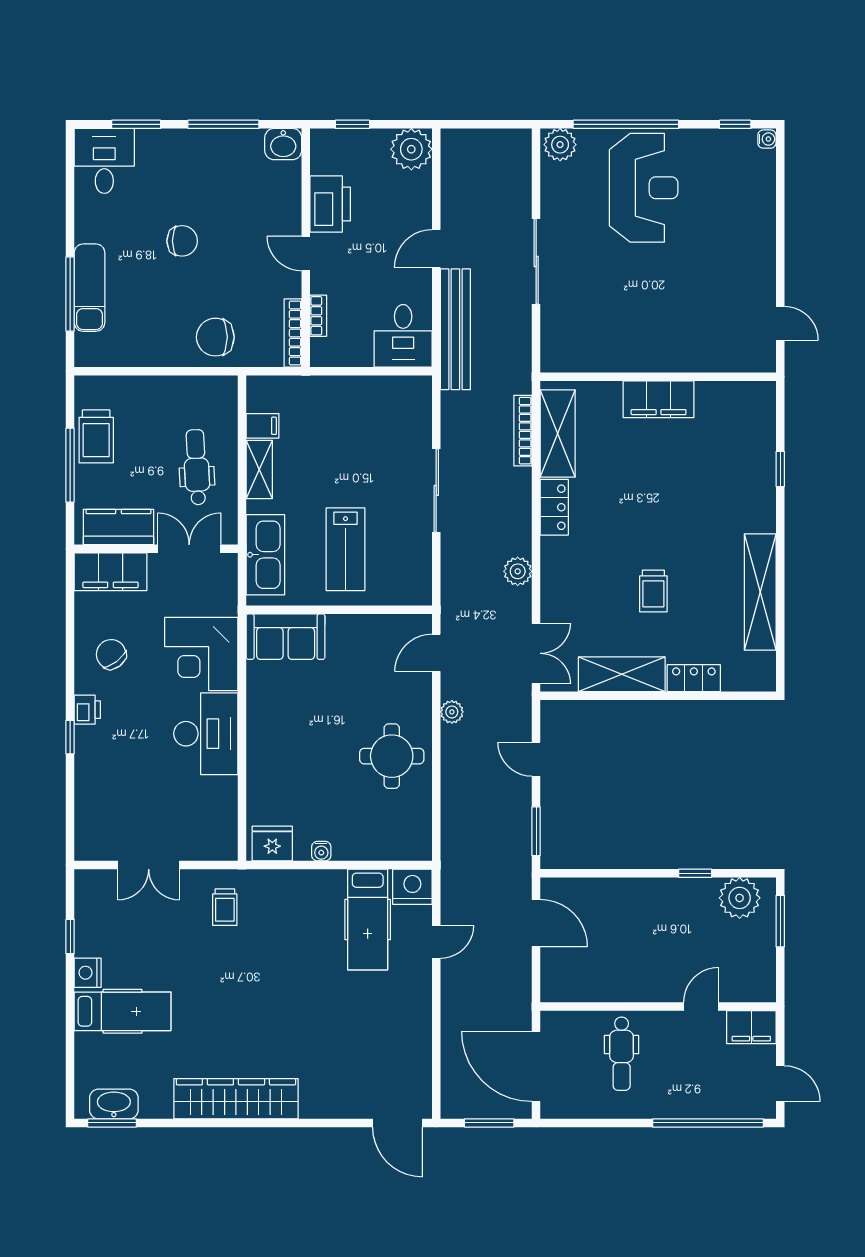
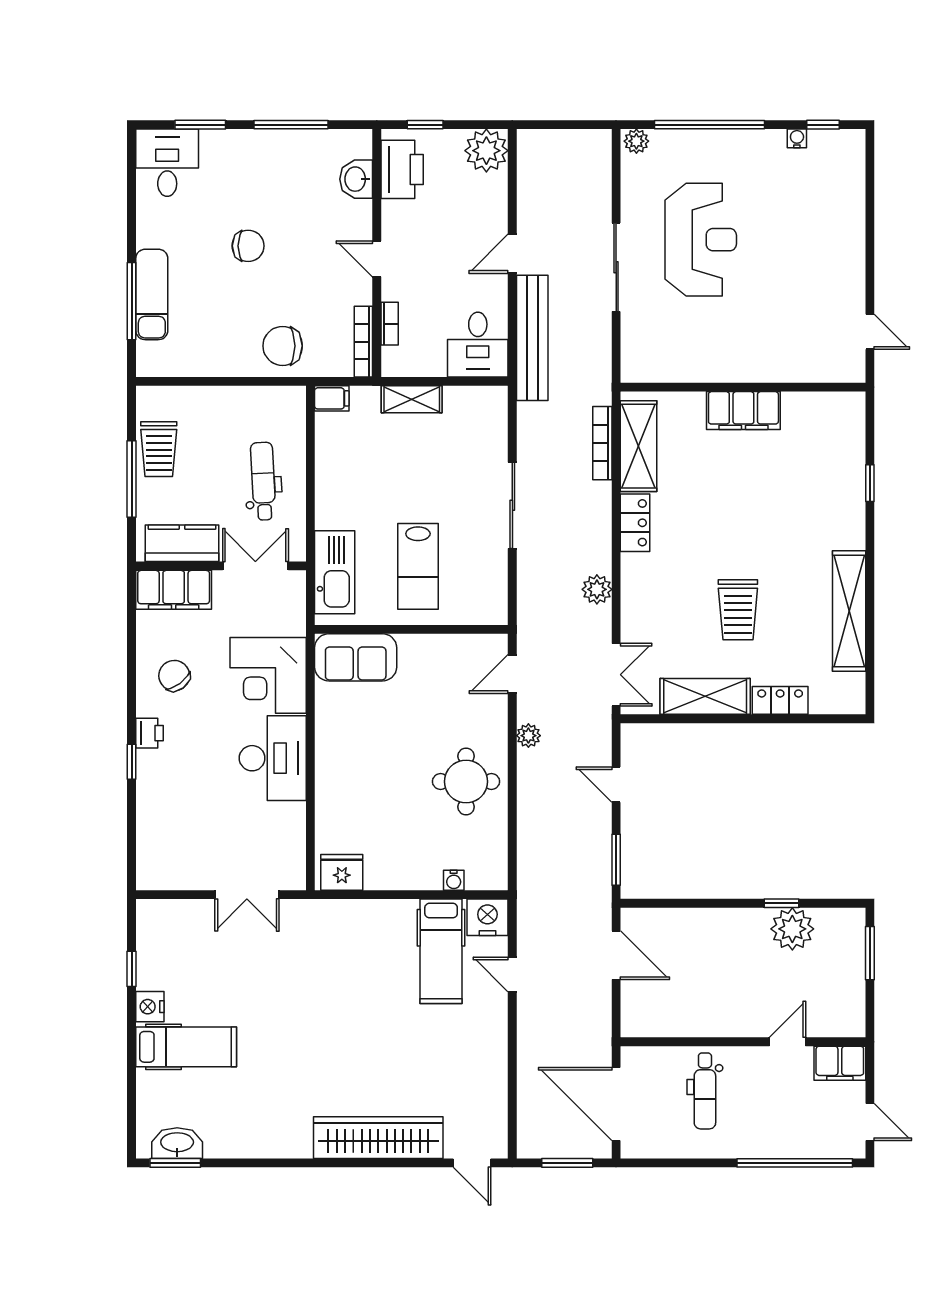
water cooler: (767, 139) -> (797, 138), moved, turned -90
washbasin: (283, 144) -> (356, 179), moved, turned 90
plant: (560, 145) -> (636, 141), width x0.73, depth x0.73
reception desk: (644, 188) -> (701, 240), moved
printer: (330, 204) -> (402, 169), moved
filing cabinet: (263, 426) -> (332, 398), moved
shelving: (259, 469) -> (412, 399), moved, turned 90
trolley: (653, 591) -> (738, 610), width x1.36, depth x1.39
water cooler: (321, 851) -> (454, 880), moved
double door: (149, 865) -> (247, 895), moved
plant: (740, 898) -> (792, 929), moved
trolley: (225, 907) -> (293, 939), removed
door: (436, 942) -> (512, 974), swing flipped
wardrobe: (236, 1099) -> (378, 1138), moved
door: (397, 1123) -> (472, 1163), width x0.73

